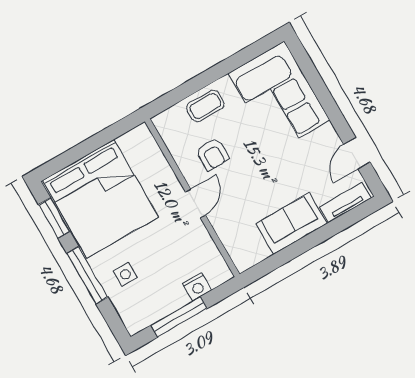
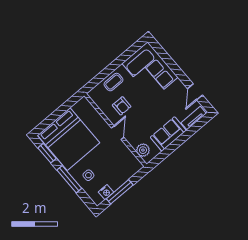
plant: (238, 246) -> (143, 150), added
nightstand: (197, 287) -> (106, 192), moved

